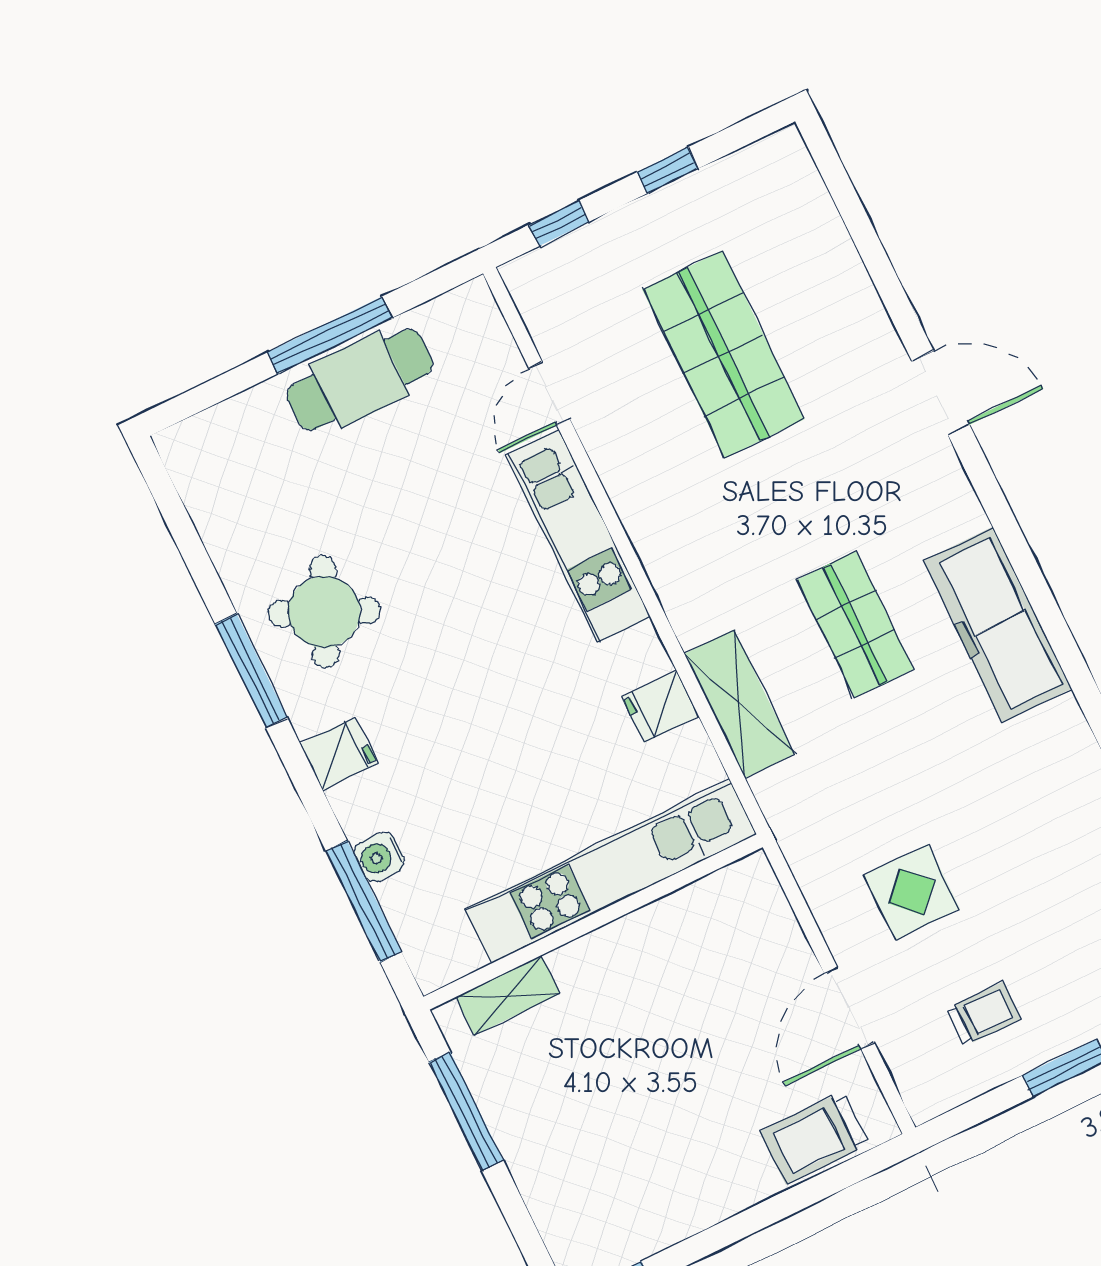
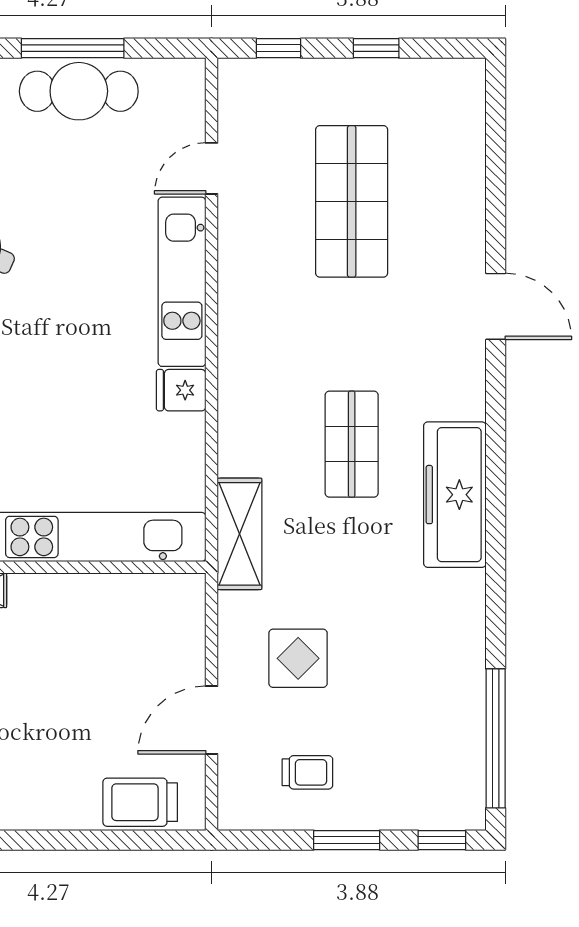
shelving: (739, 704) -> (239, 534), moved
fridge: (660, 707) -> (181, 390), moved

